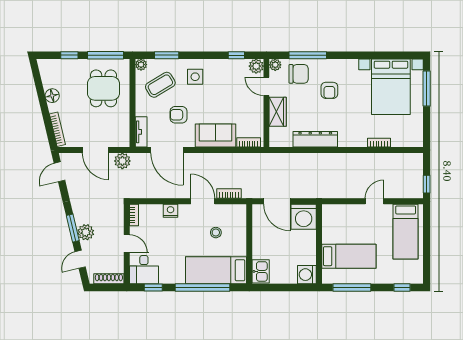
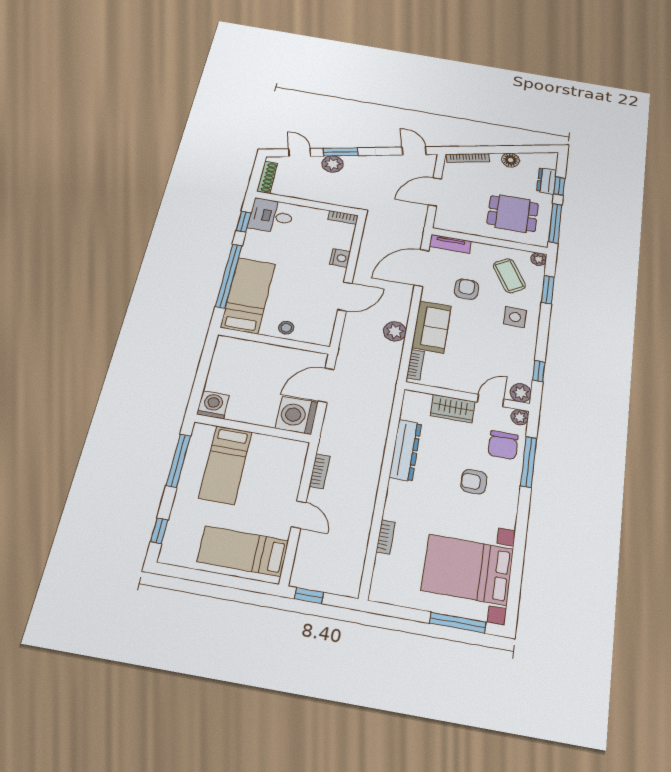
dresser: (67, 66) -> (547, 181), added
plant: (122, 161) -> (395, 331), moved
bookcase: (229, 194) -> (320, 471), moved
stool: (216, 233) -> (286, 328), moved
door: (127, 243) -> (308, 203), removed
kitchen sink: (261, 271) -> (233, 348), removed

